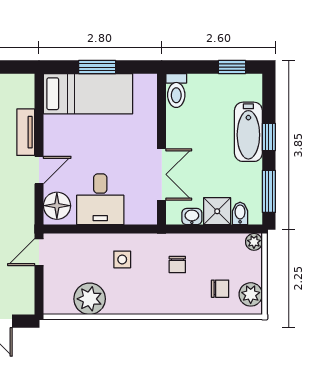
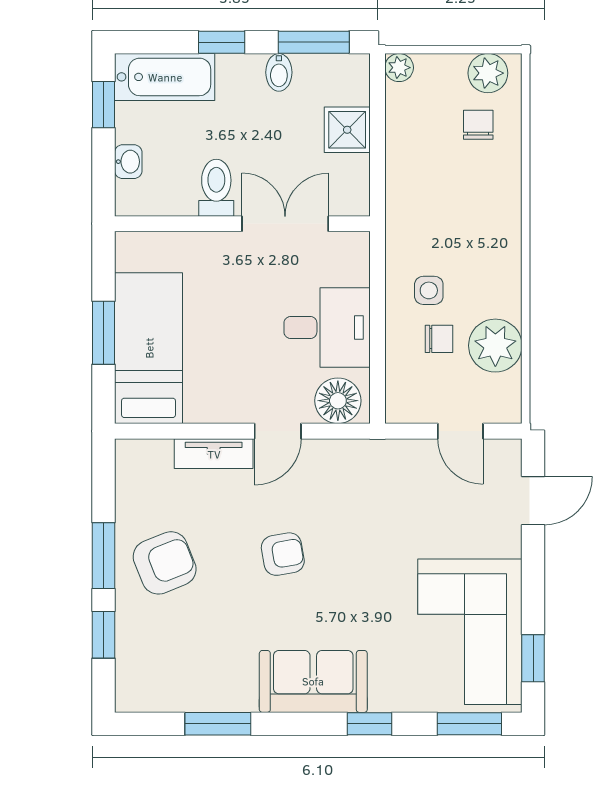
toilet: (176, 91) -> (216, 188), moved, turned -90
bathtub: (248, 132) -> (165, 77), moved
door: (39, 170) -> (278, 431), swing flipped
bidet: (240, 213) -> (279, 72), moved, turned -90
washbasin: (192, 217) -> (128, 162), moved, turned 180
door: (39, 252) -> (460, 431), moved
chair: (177, 265) -> (439, 339), moved

